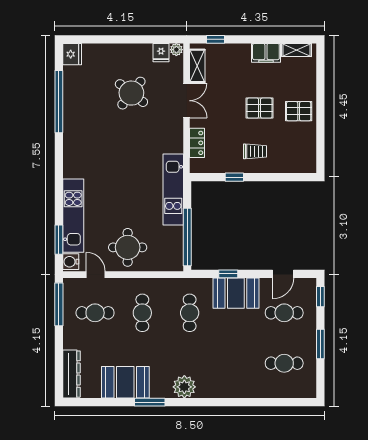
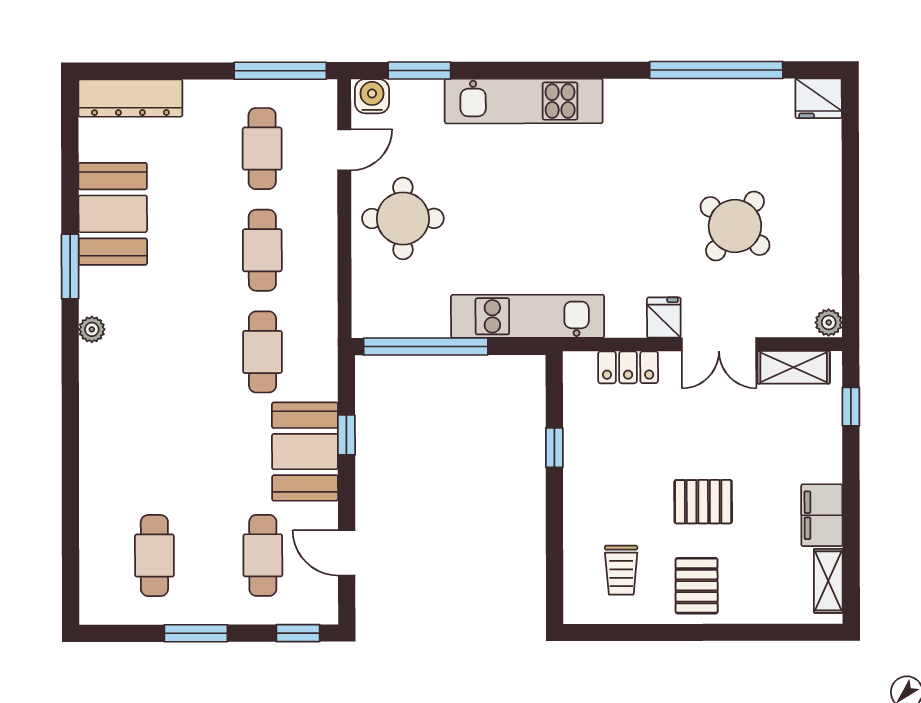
fridge: (161, 53) -> (664, 318), moved, turned 90
pallet: (260, 108) -> (703, 502), turned 90
trolley: (255, 151) -> (621, 570), moved
kitchen unit: (73, 216) -> (524, 101), moved
cafe table: (142, 313) -> (262, 250), turned 90
cafe table: (190, 313) -> (262, 352), turned 90
plant: (184, 387) -> (92, 329), width x0.53, depth x0.53

